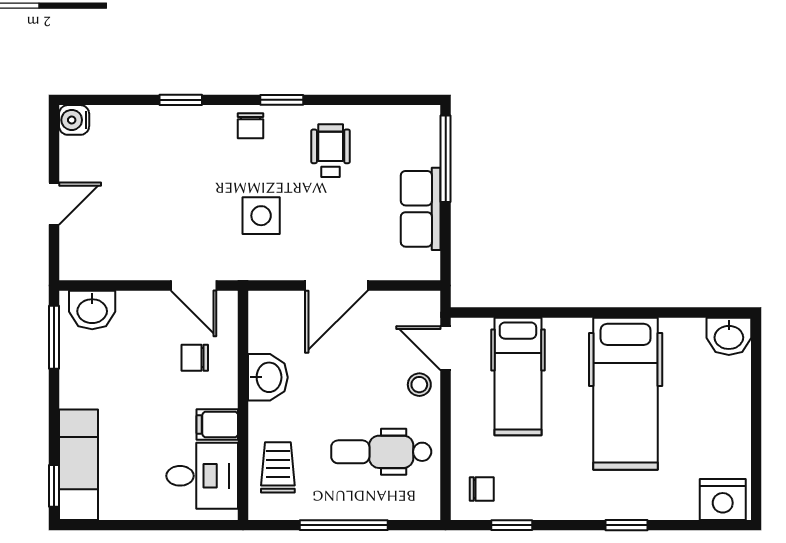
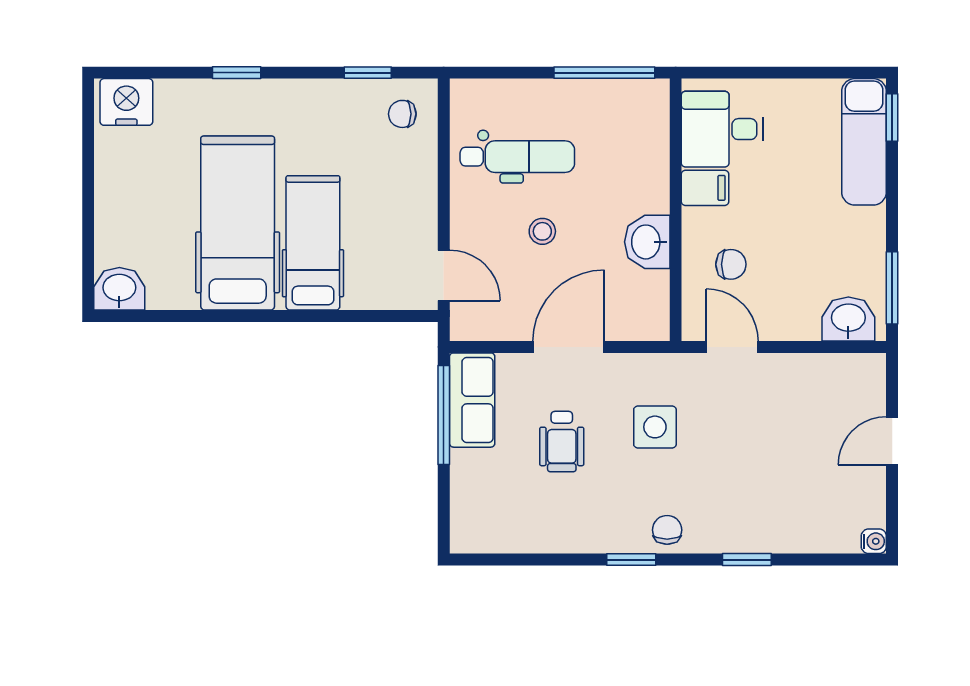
water cooler: (74, 120) -> (874, 541), width x0.72, depth x0.72
wheelchair: (331, 151) -> (562, 442), moved
window: (446, 159) -> (444, 415), moved
row of seats: (421, 209) -> (472, 400), moved
hospital bed: (518, 376) -> (313, 243), moved
stool: (419, 385) -> (542, 231), moved
trolley: (278, 467) -> (636, 139), removed
window: (344, 525) -> (604, 73), moved

